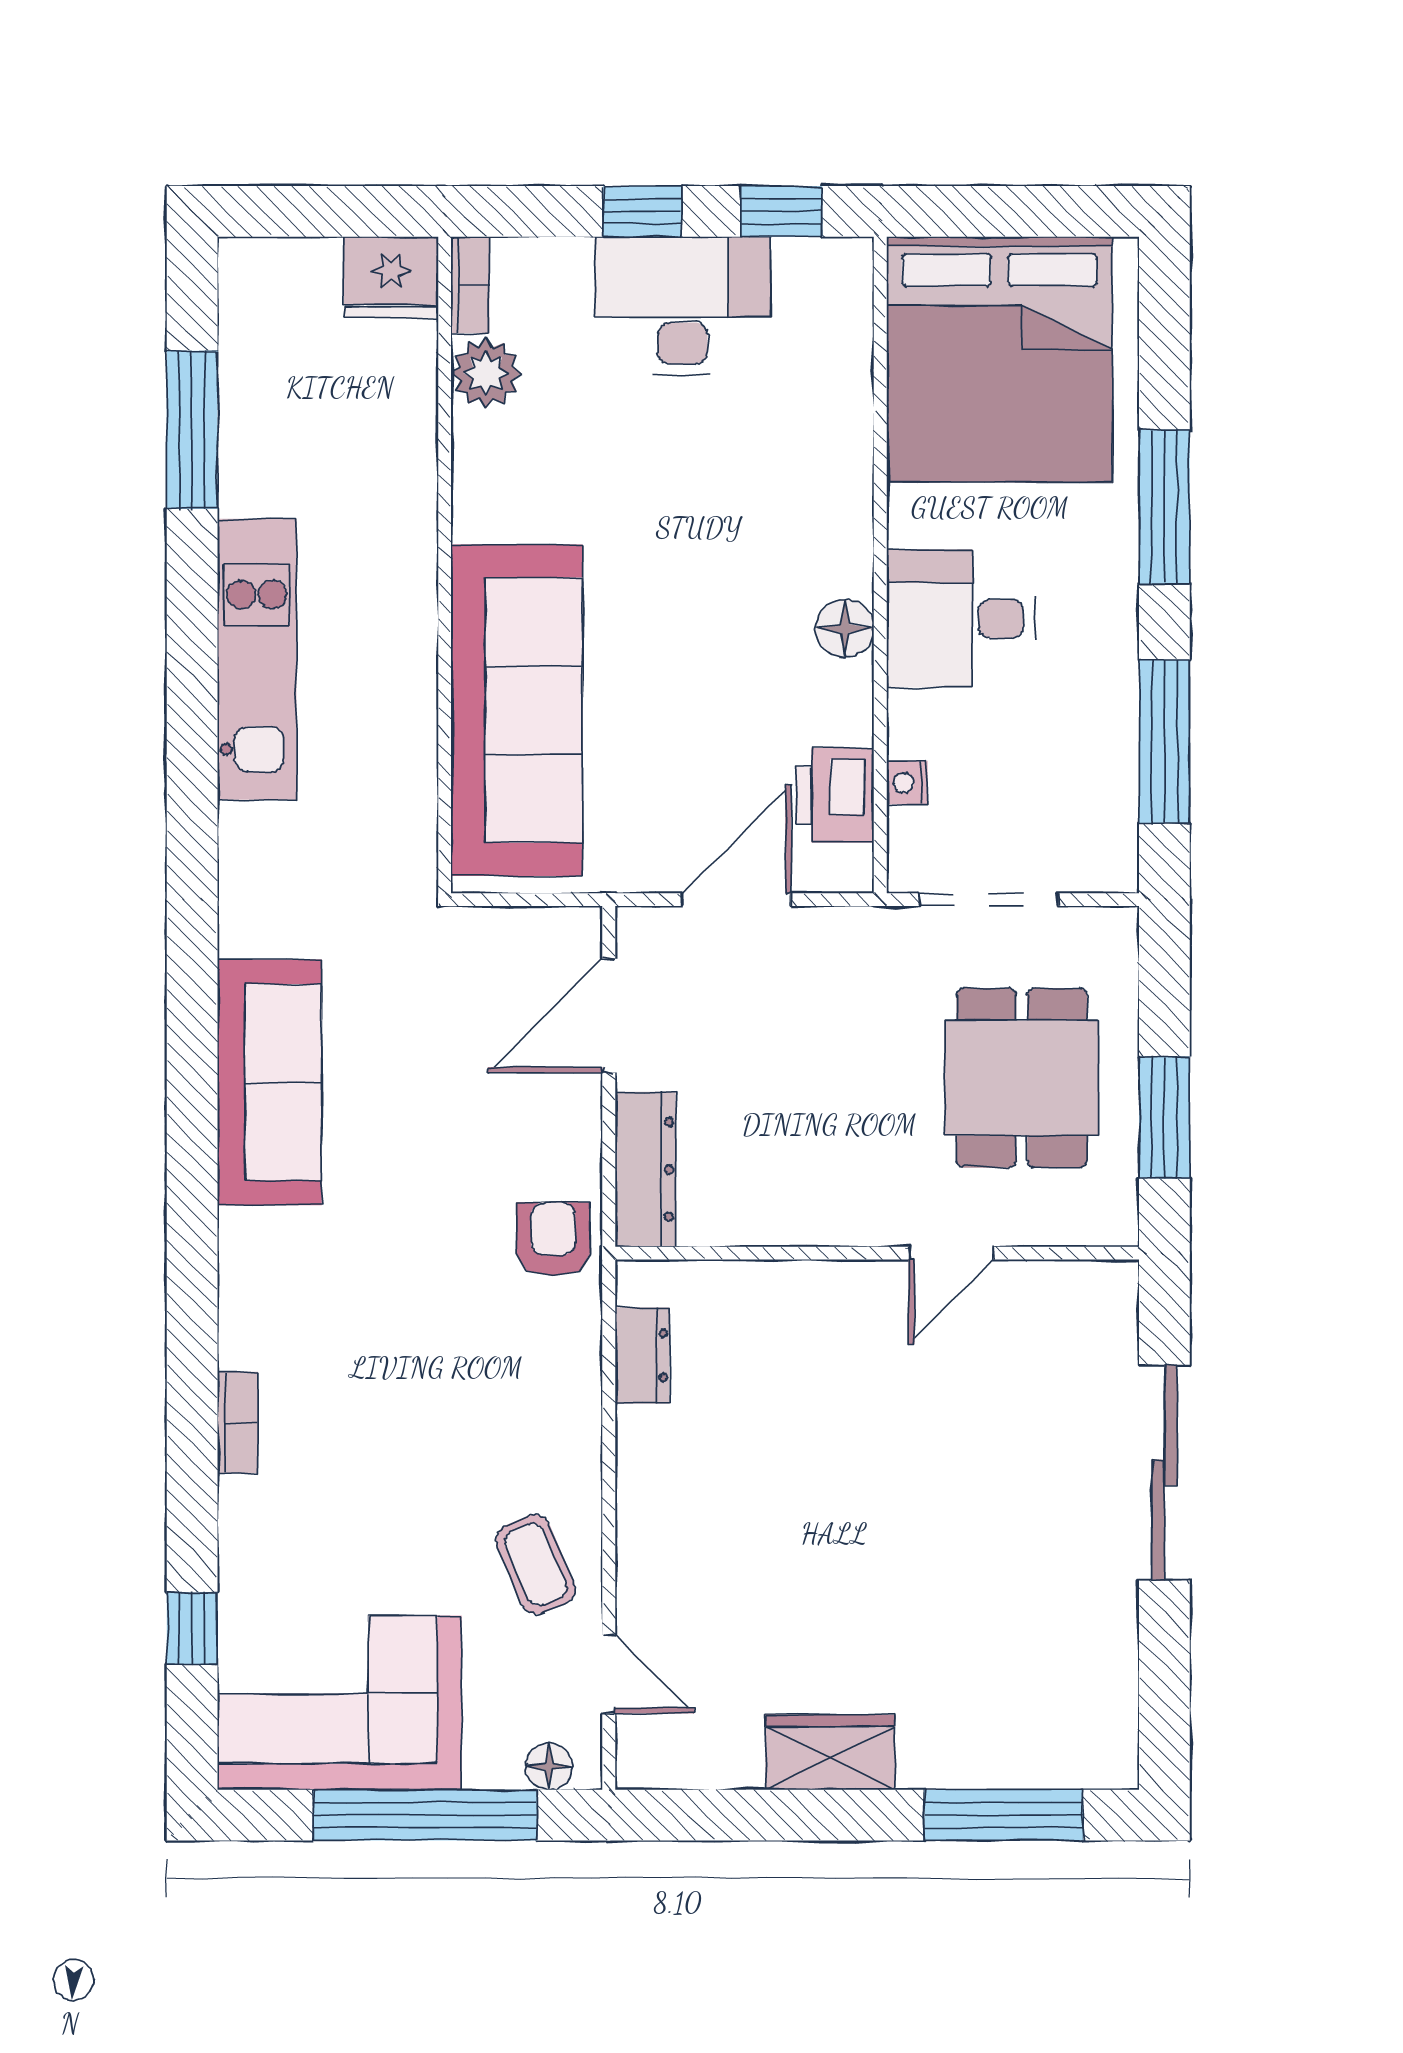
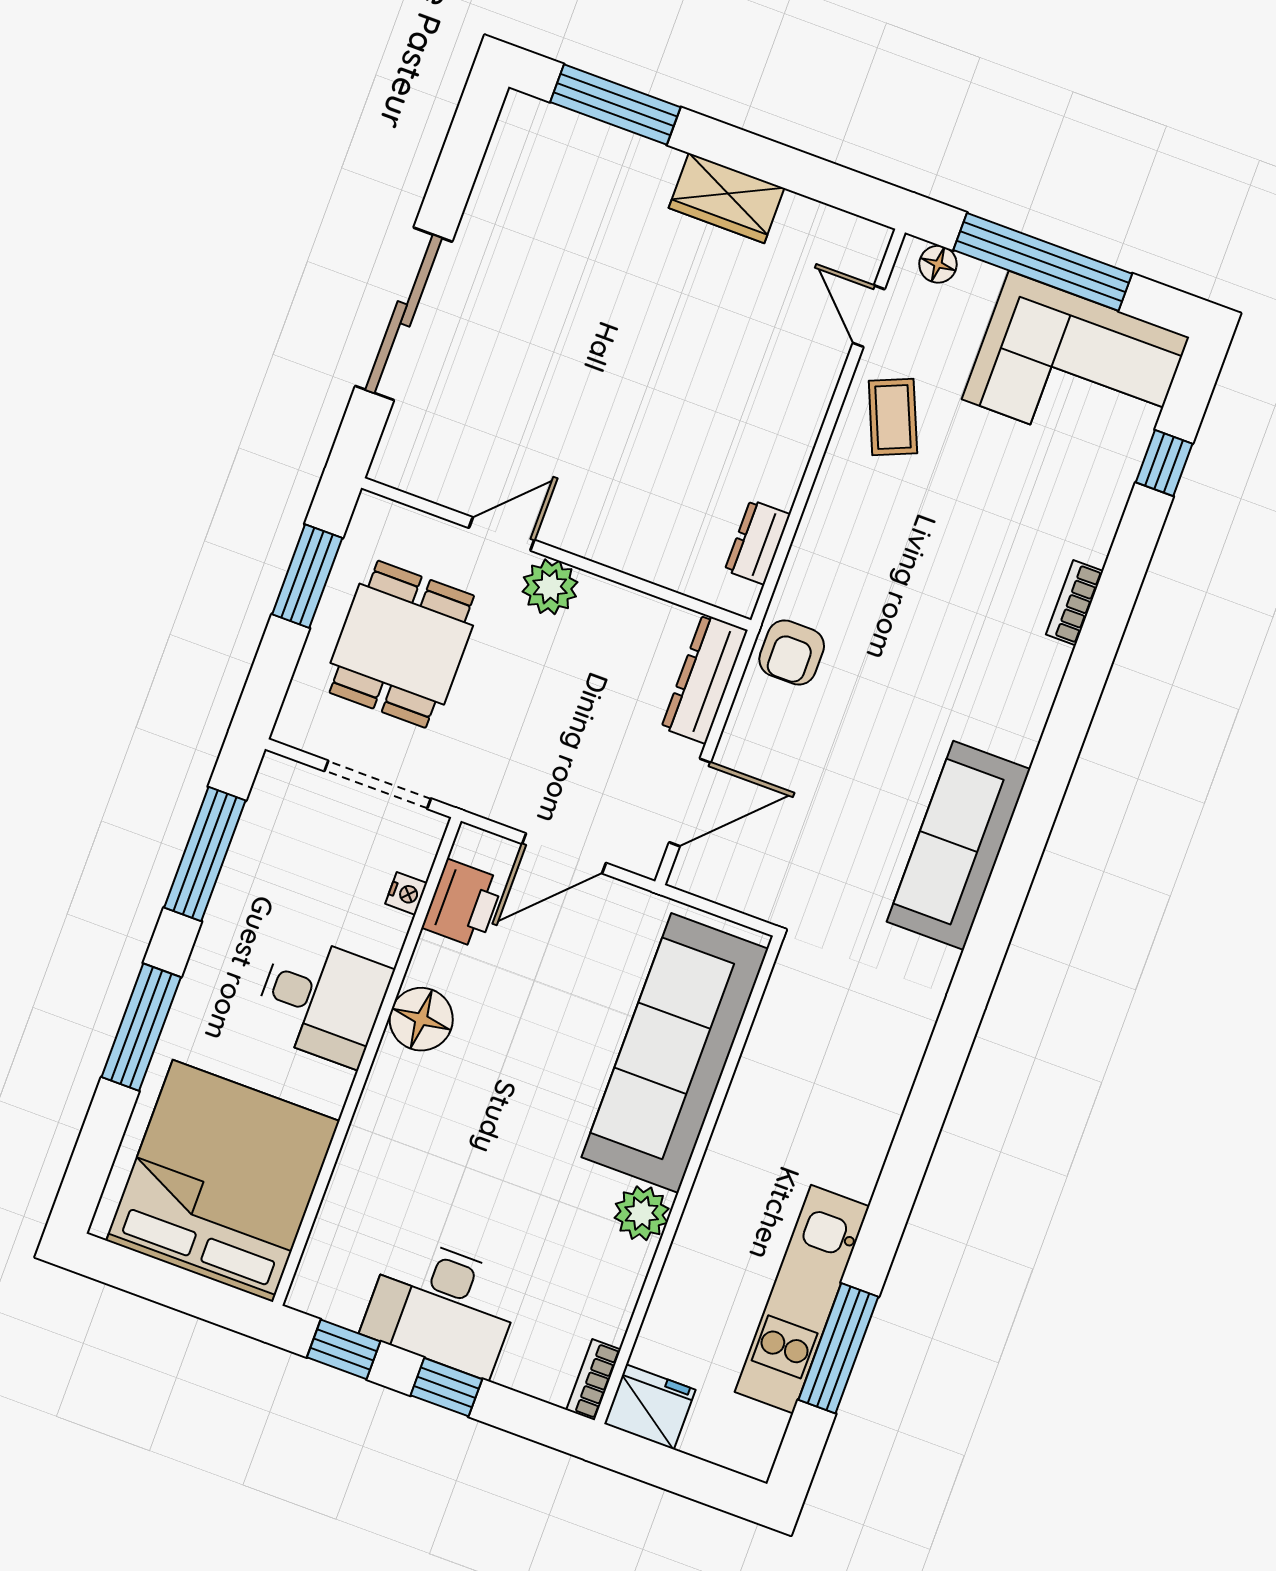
plant: (486, 373) -> (642, 1213), moved
floor lamp: (845, 628) -> (421, 1019), width x1.38, depth x1.38
kitchen unit: (257, 659) -> (802, 1299), moved
plant: (870, 1211) -> (550, 587), added

